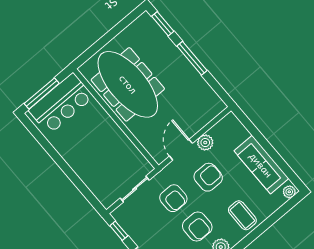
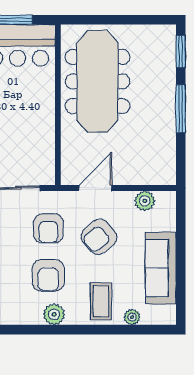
plant: (205, 143) -> (145, 201), moved
armchair: (208, 177) -> (99, 237), turned 140
plant: (289, 192) -> (132, 317), moved

